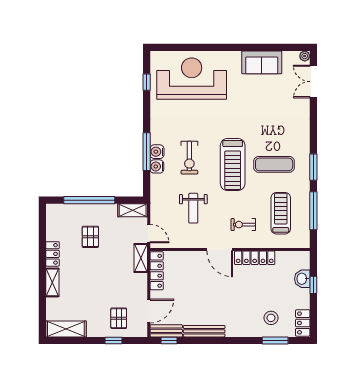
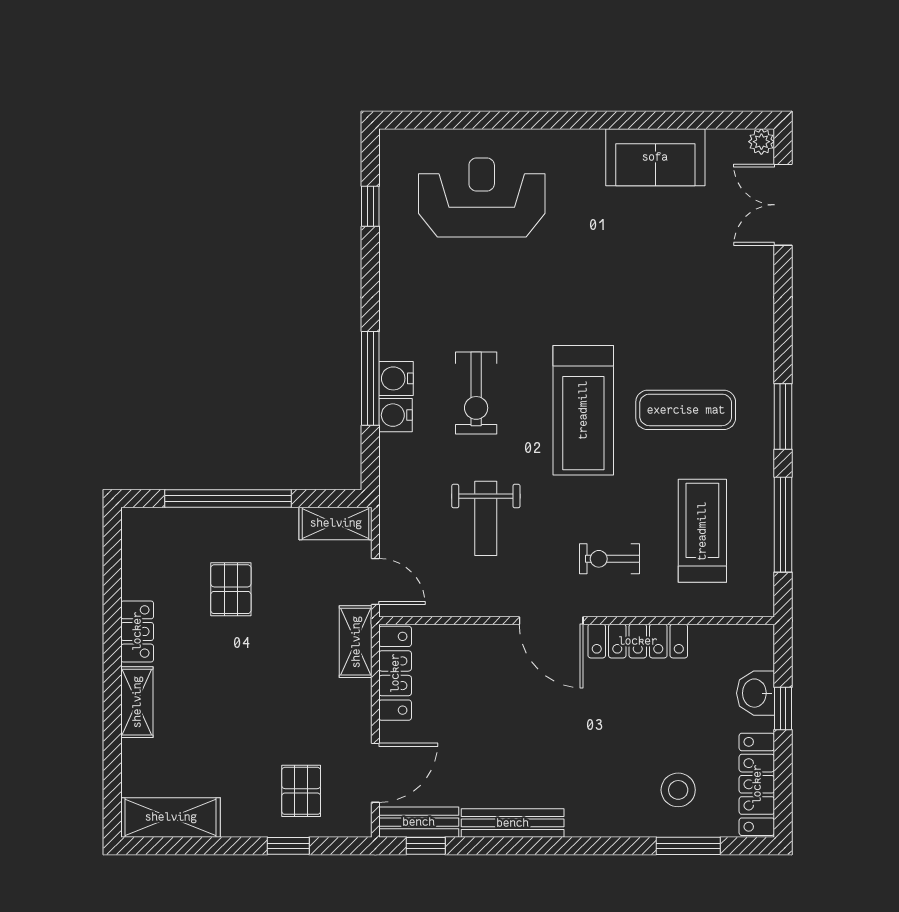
reception desk: (192, 79) -> (482, 198), width x0.74, depth x0.77
locker: (303, 323) -> (757, 784), width x1.53

